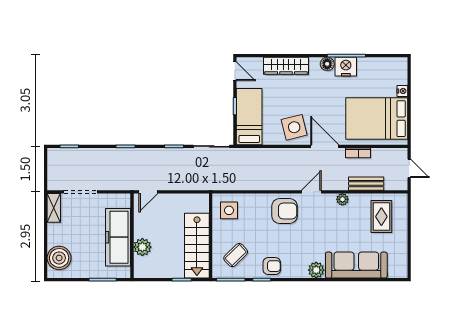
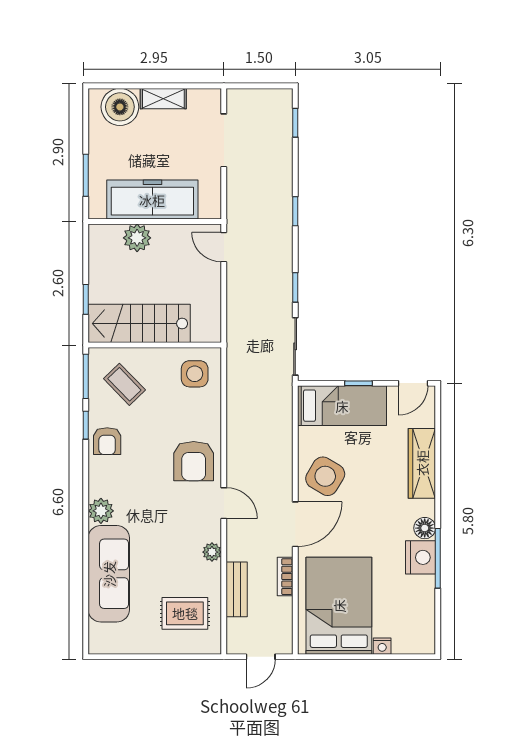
side table: (294, 127) -> (325, 476), turned 45
shelving: (54, 208) -> (163, 99), moved

